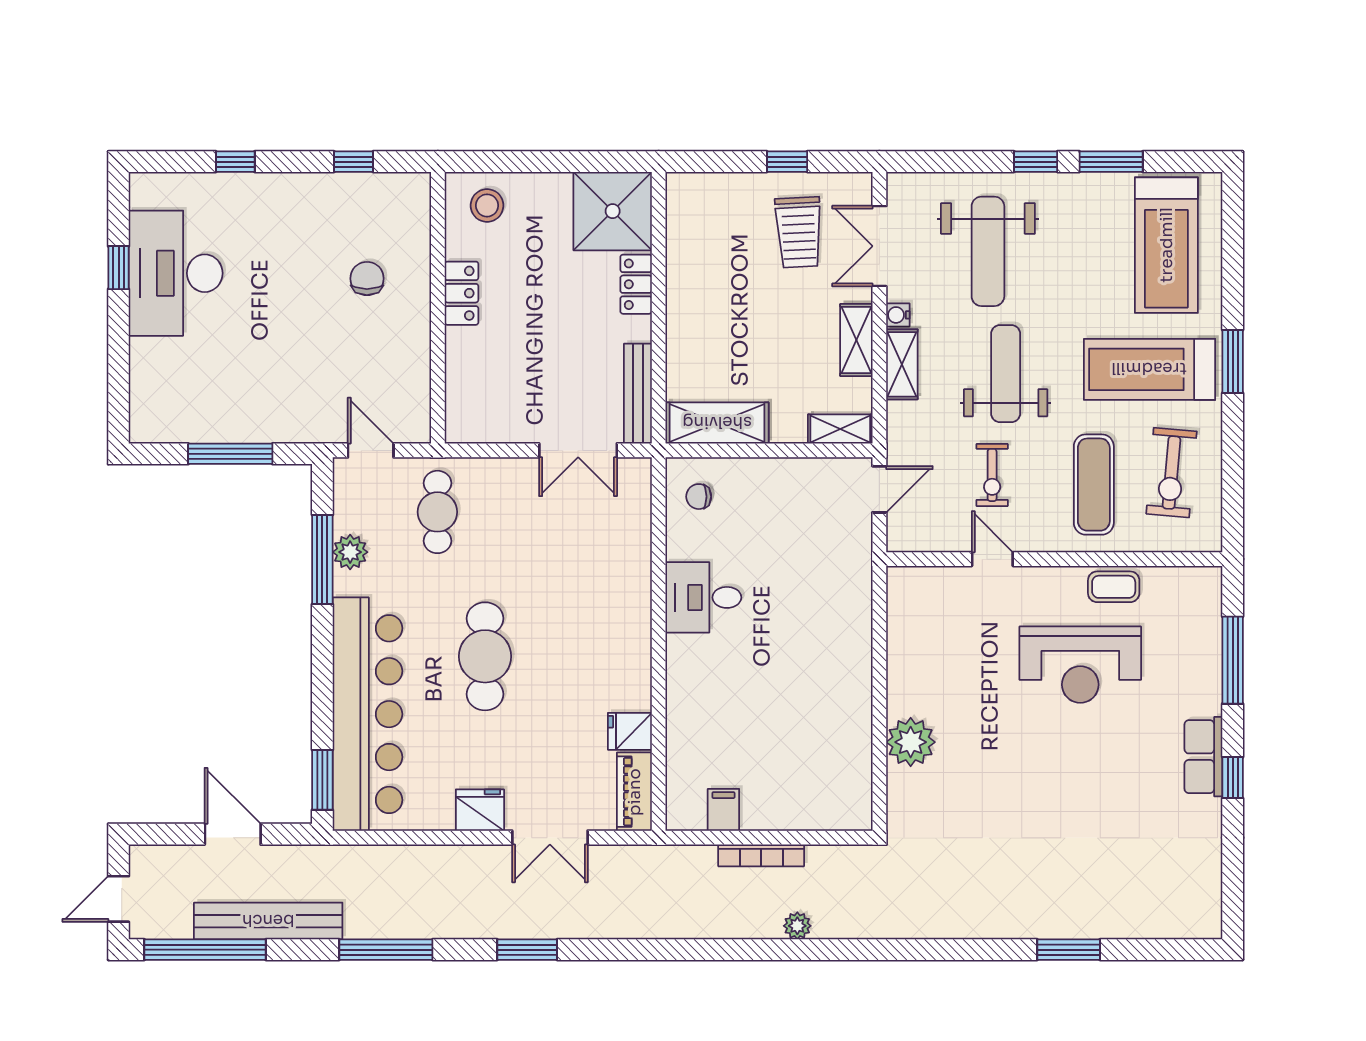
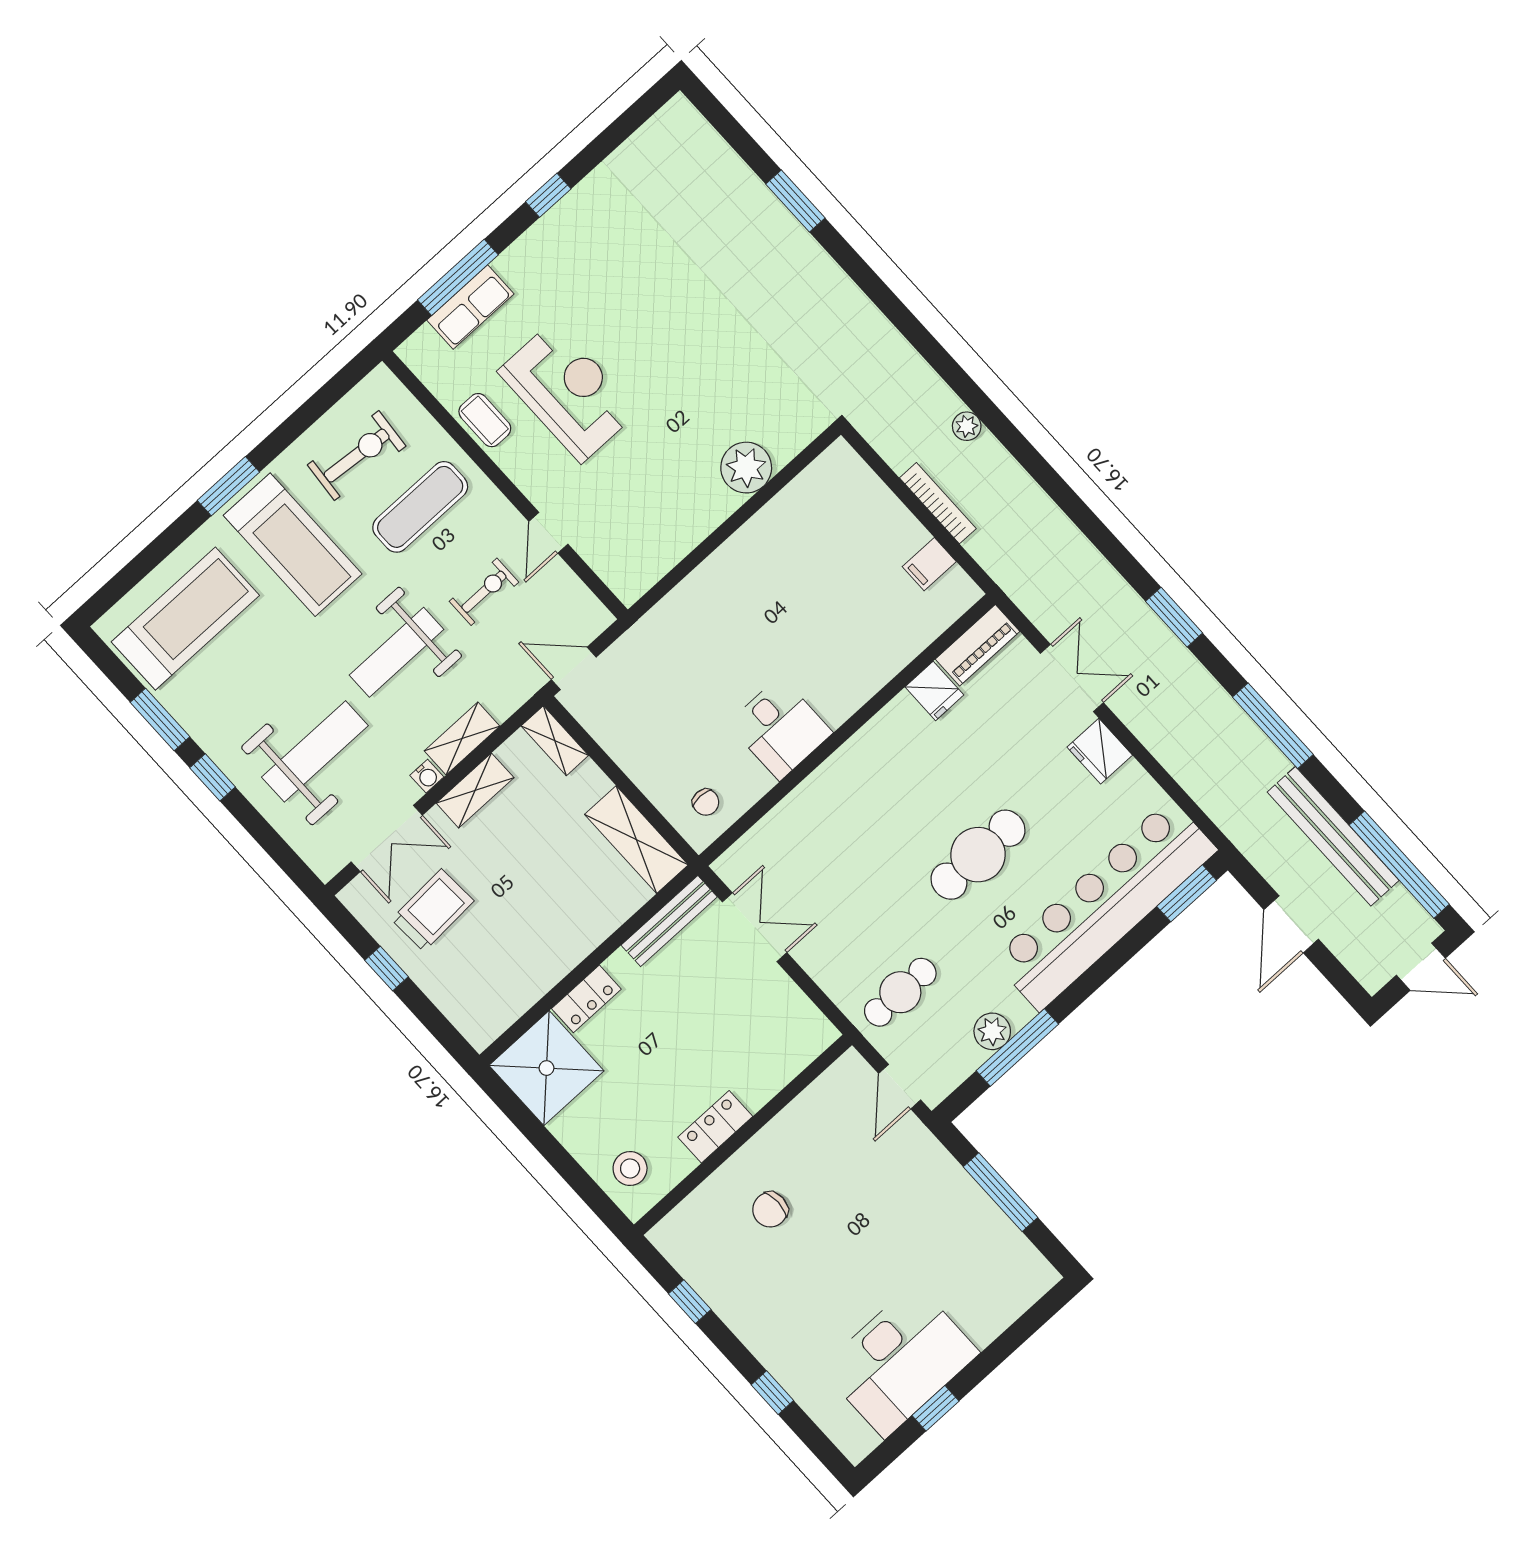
row of seats: (1203, 757) -> (470, 307), moved

